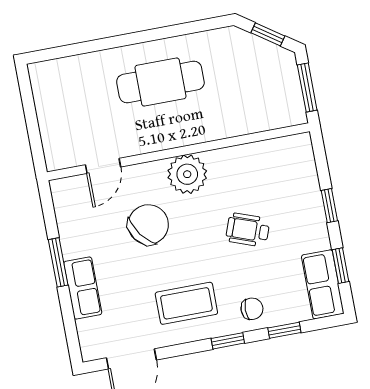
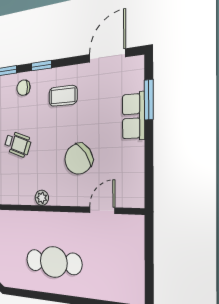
plant: (187, 174) -> (42, 198), width x0.53, depth x0.53
window: (58, 262) -> (149, 100), moved
coffee table: (186, 303) -> (63, 96), width x0.73, depth x0.77

